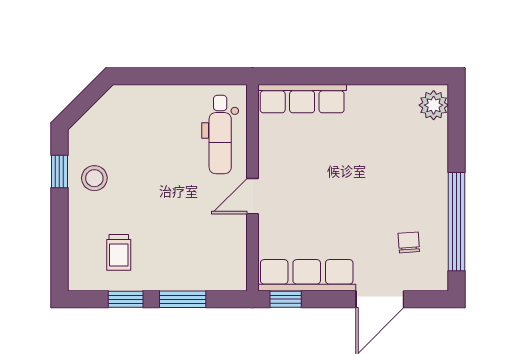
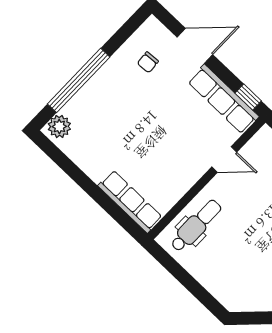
door: (252, 196) -> (224, 159), moved
window: (456, 222) -> (79, 80), moved

